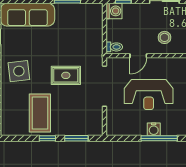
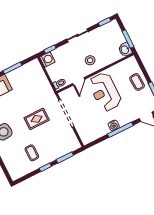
reception desk: (149, 94) -> (105, 92), moved, turned 90
coffee table: (40, 113) -> (32, 153), width x0.54, depth x0.58

